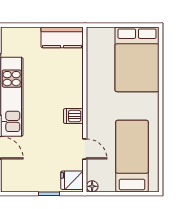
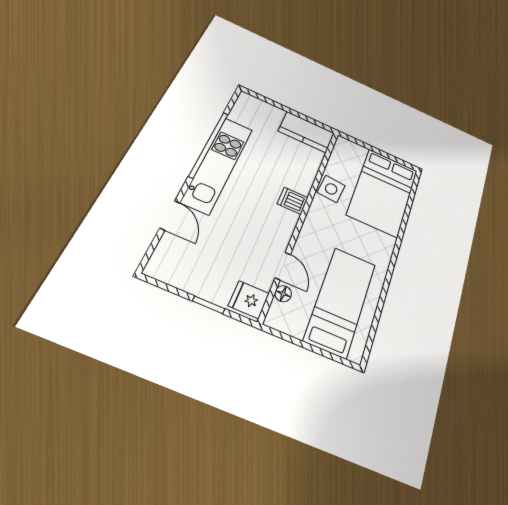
side table: (97, 76) -> (331, 189), added
dishwasher: (73, 116) -> (293, 201), moved
floor lamp: (92, 186) -> (283, 294), moved

